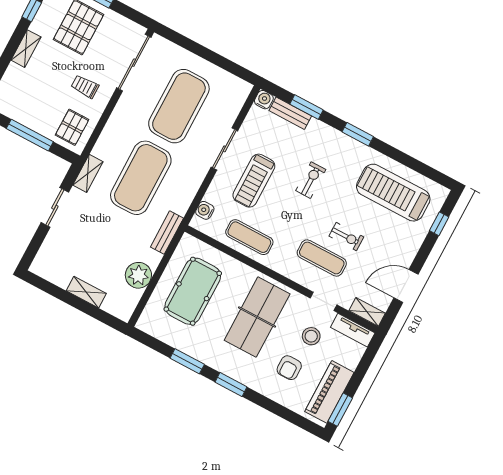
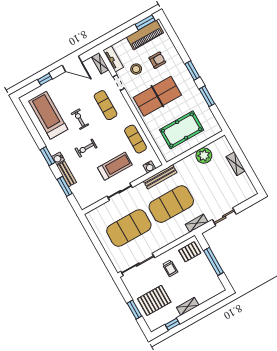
water cooler: (264, 100) -> (58, 158), moved
bench: (290, 113) -> (67, 174), moved
treadmill: (393, 193) -> (48, 115), turned 180
window: (439, 224) -> (45, 79), moved
bench: (167, 233) -> (160, 177), moved, width x1.36
exercise bike: (346, 237) -> (80, 119), moved

